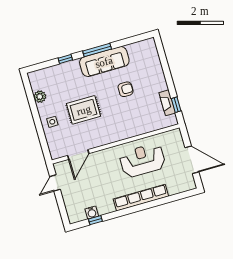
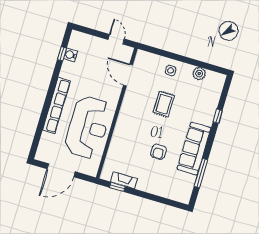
window: (97, 50) -> (201, 173), moved
rug: (84, 110) -> (164, 104), width x0.73, depth x0.70
reception desk: (142, 160) -> (88, 127), width x1.36, depth x1.30

